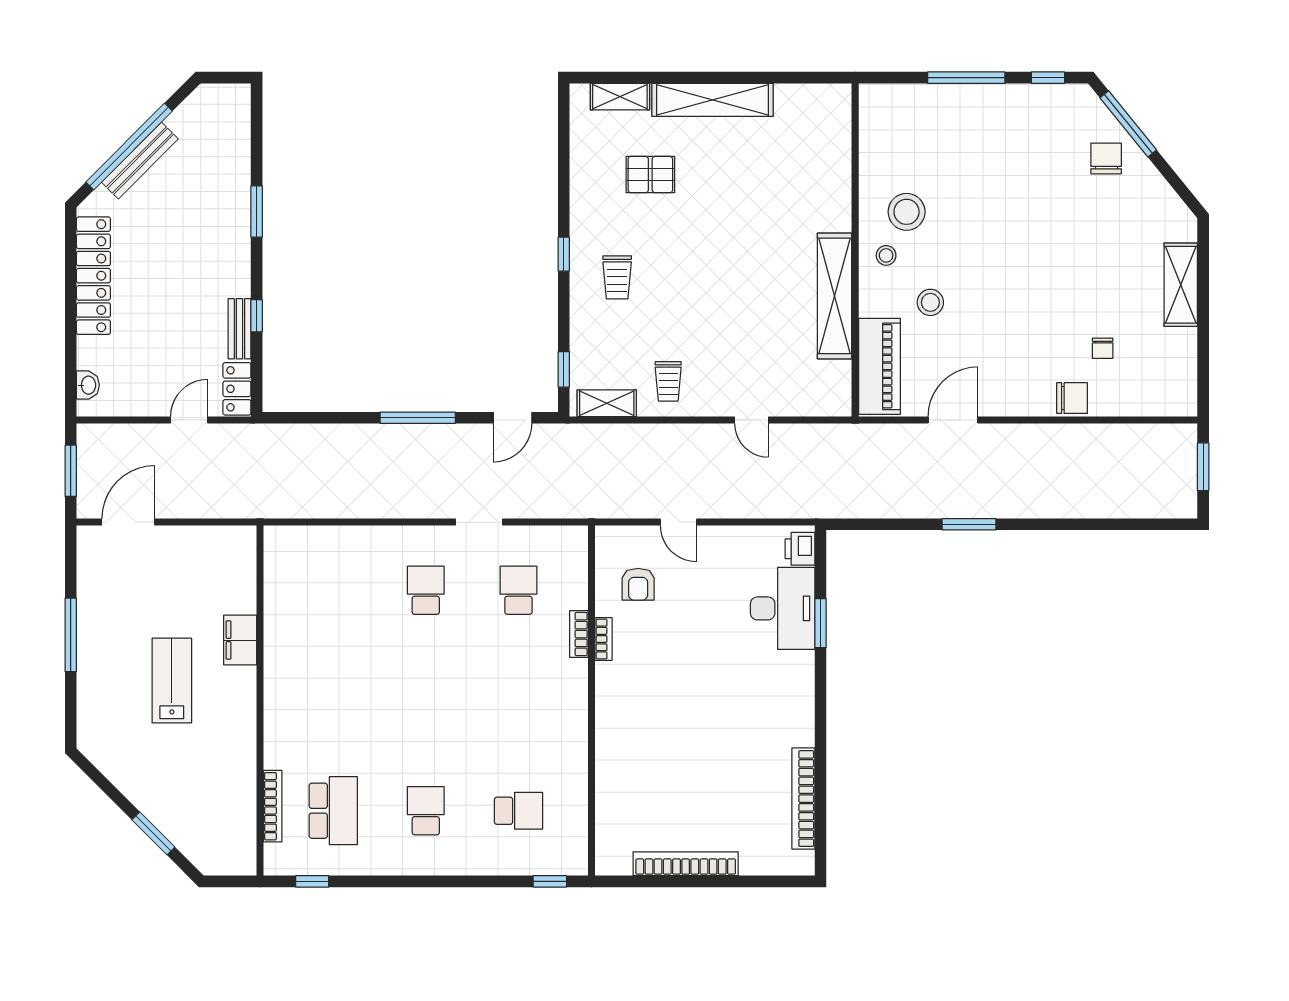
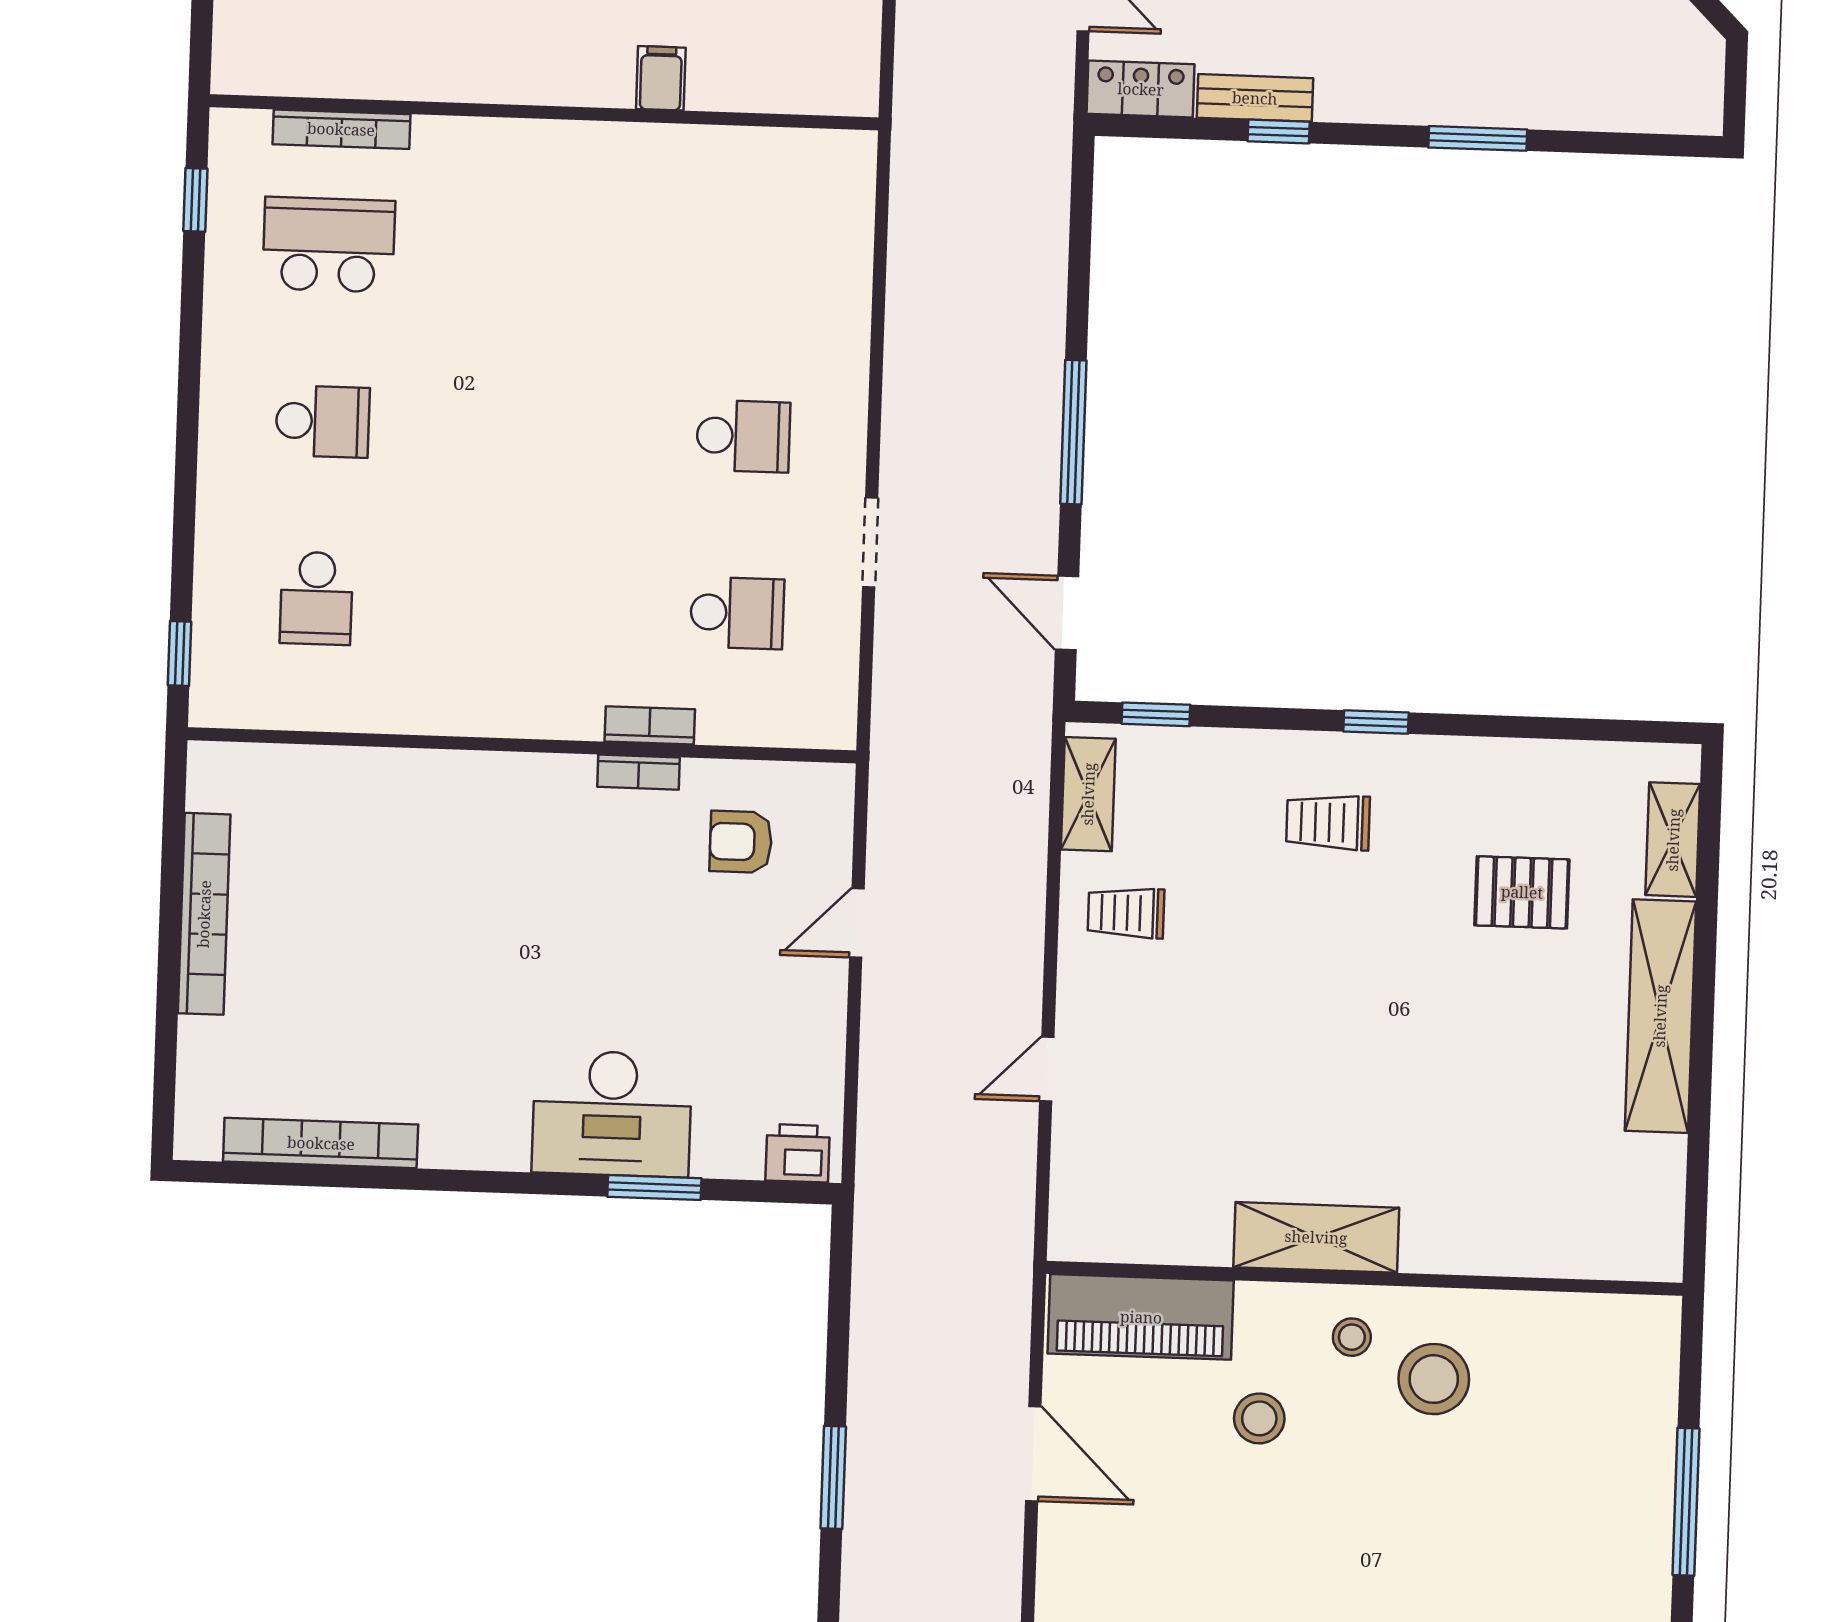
pallet: (650, 175) -> (1522, 892), turned 90
shelving: (835, 296) -> (1316, 1237), width x0.68
desk: (783, 608) -> (612, 1114), moved
filing cabinet: (240, 640) -> (661, 78), width x0.50
school desk: (333, 811) -> (329, 245), turned 180

